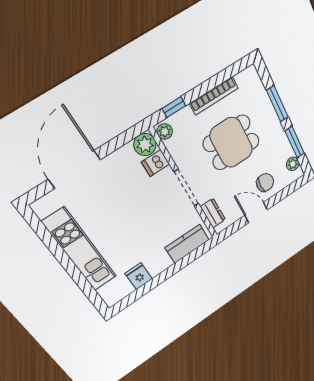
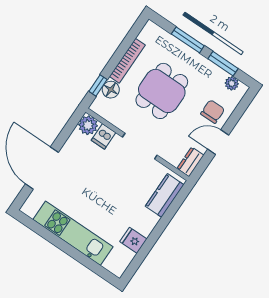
floor lamp: (184, 118) -> (111, 90), added
plant: (165, 131) -> (99, 108), removed
dresser: (213, 213) -> (190, 162), moved, turned -90

